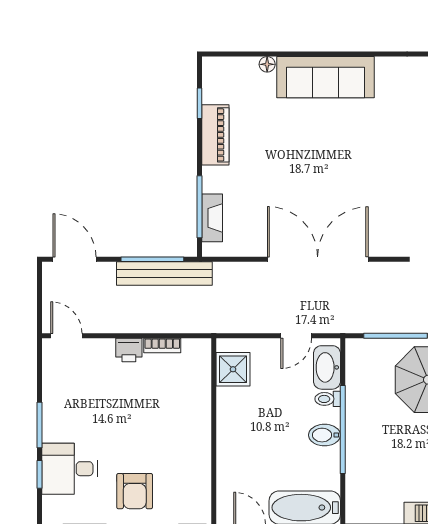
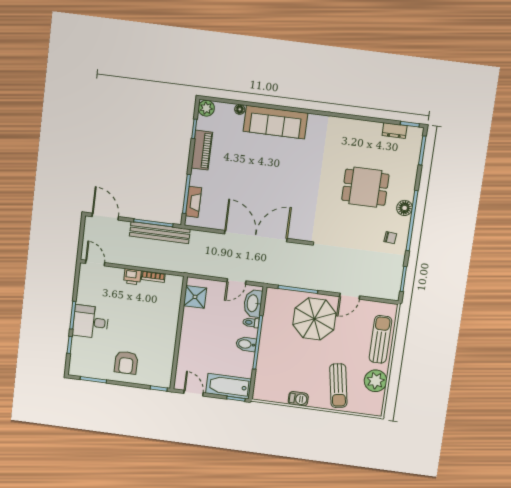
plant: (215, 69) -> (206, 108), added
desk: (70, 469) -> (91, 322), moved

